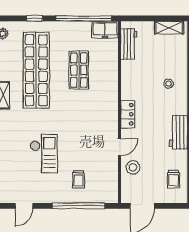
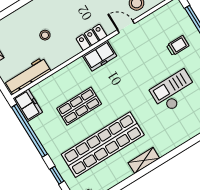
workbench: (129, 44) -> (28, 76), width x1.37
stool: (169, 84) -> (45, 35), moved
freezer: (109, 112) -> (100, 56), added

